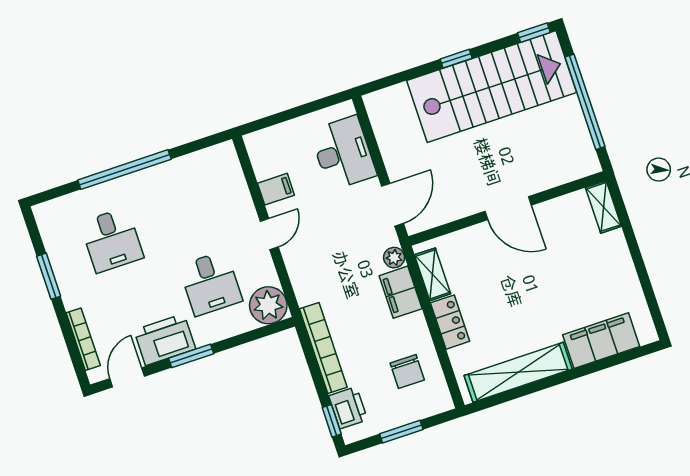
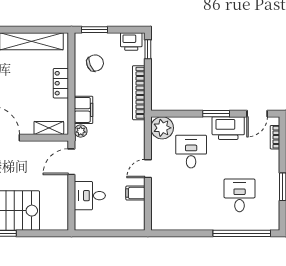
desk: (343, 153) -> (90, 196), width x0.73
window: (124, 170) -> (242, 233), moved
shelving: (433, 274) -> (49, 128), moved, turned 90
bookcase: (83, 339) -> (275, 137), width x0.64
chair: (407, 372) -> (95, 63), turned 66
printer: (348, 408) -> (131, 42), moved, turned -90
window: (401, 432) -> (95, 30), moved

